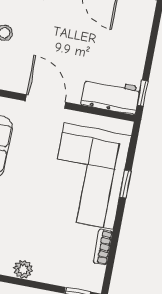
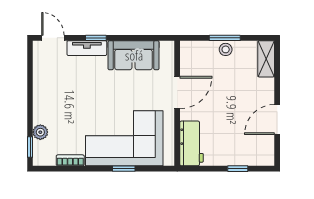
window: (143, 93) -> (238, 169), moved
plant: (23, 269) -> (40, 132), moved

